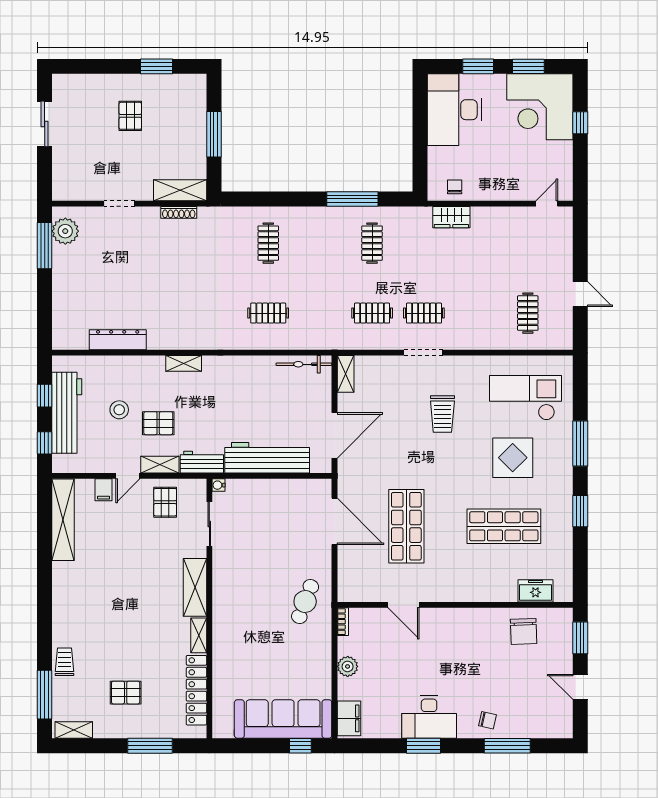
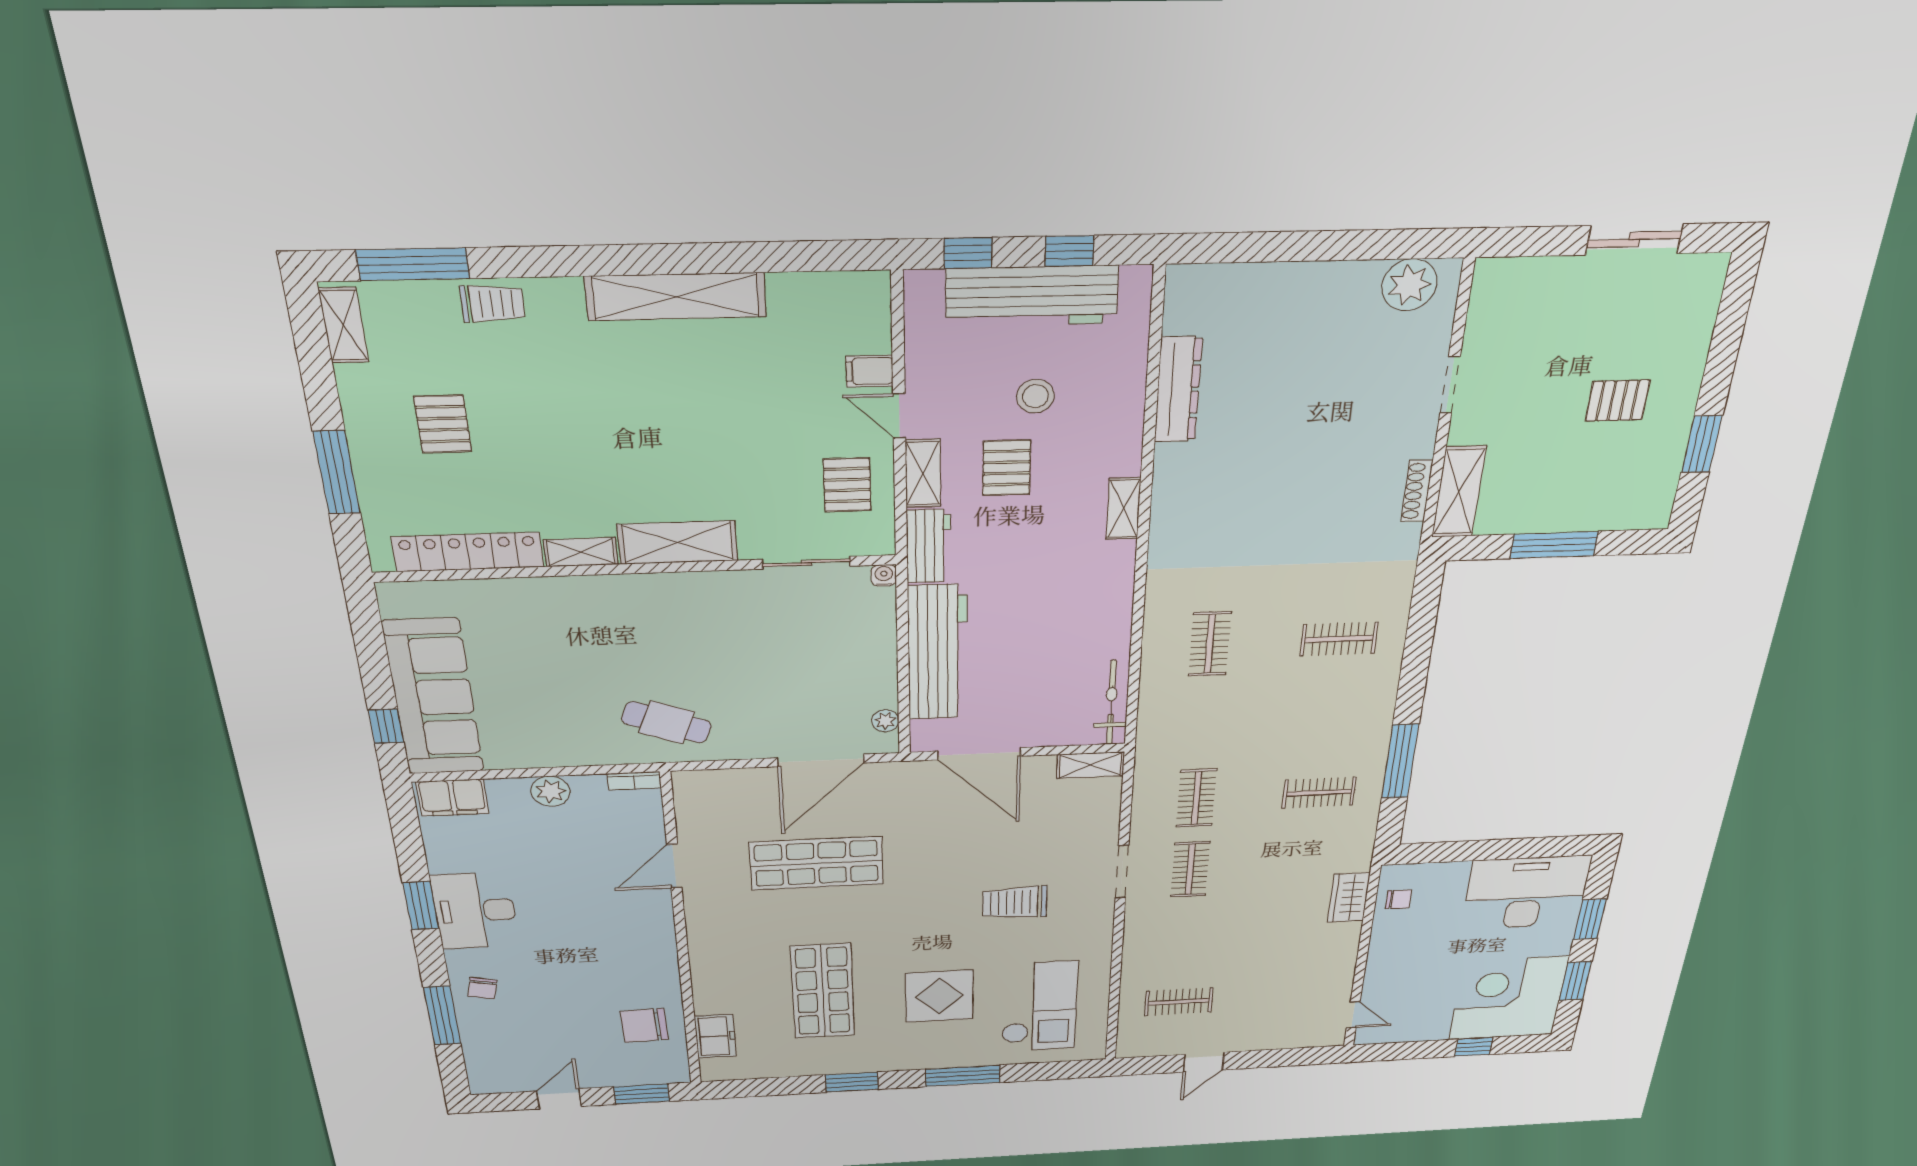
window: (45, 246) -> (1385, 245), removed
plant: (310, 486) -> (885, 721), added
pallet: (165, 502) -> (847, 485), turned 90
shelving: (63, 520) -> (676, 297), moved

